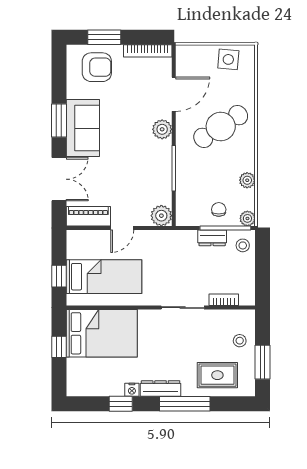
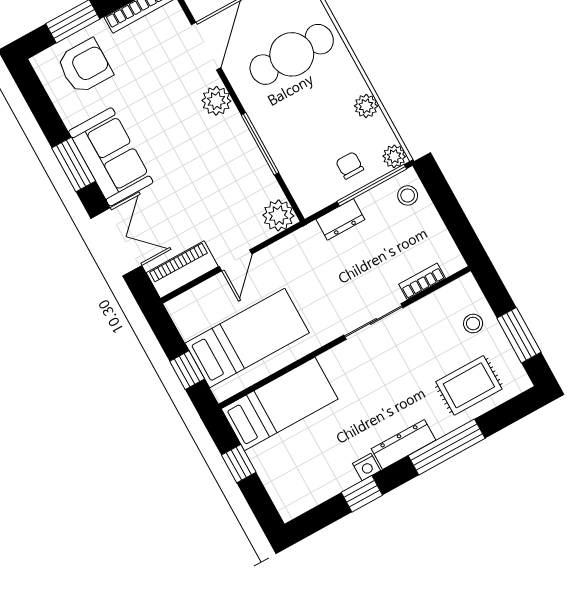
cafe table: (221, 127) -> (292, 54), turned 33
dresser: (212, 238) -> (340, 219), moved
bed: (102, 333) -> (280, 404), width x0.67

